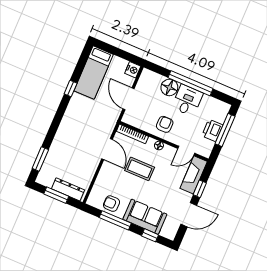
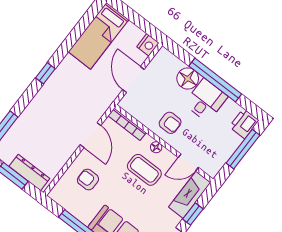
window: (71, 89) -> (45, 73), moved
armchair: (165, 124) -> (170, 123), turned 90
printer: (212, 130) -> (244, 124), moved
coffee table: (140, 169) -> (144, 170), moved
armchair: (112, 204) -> (88, 180), moved

